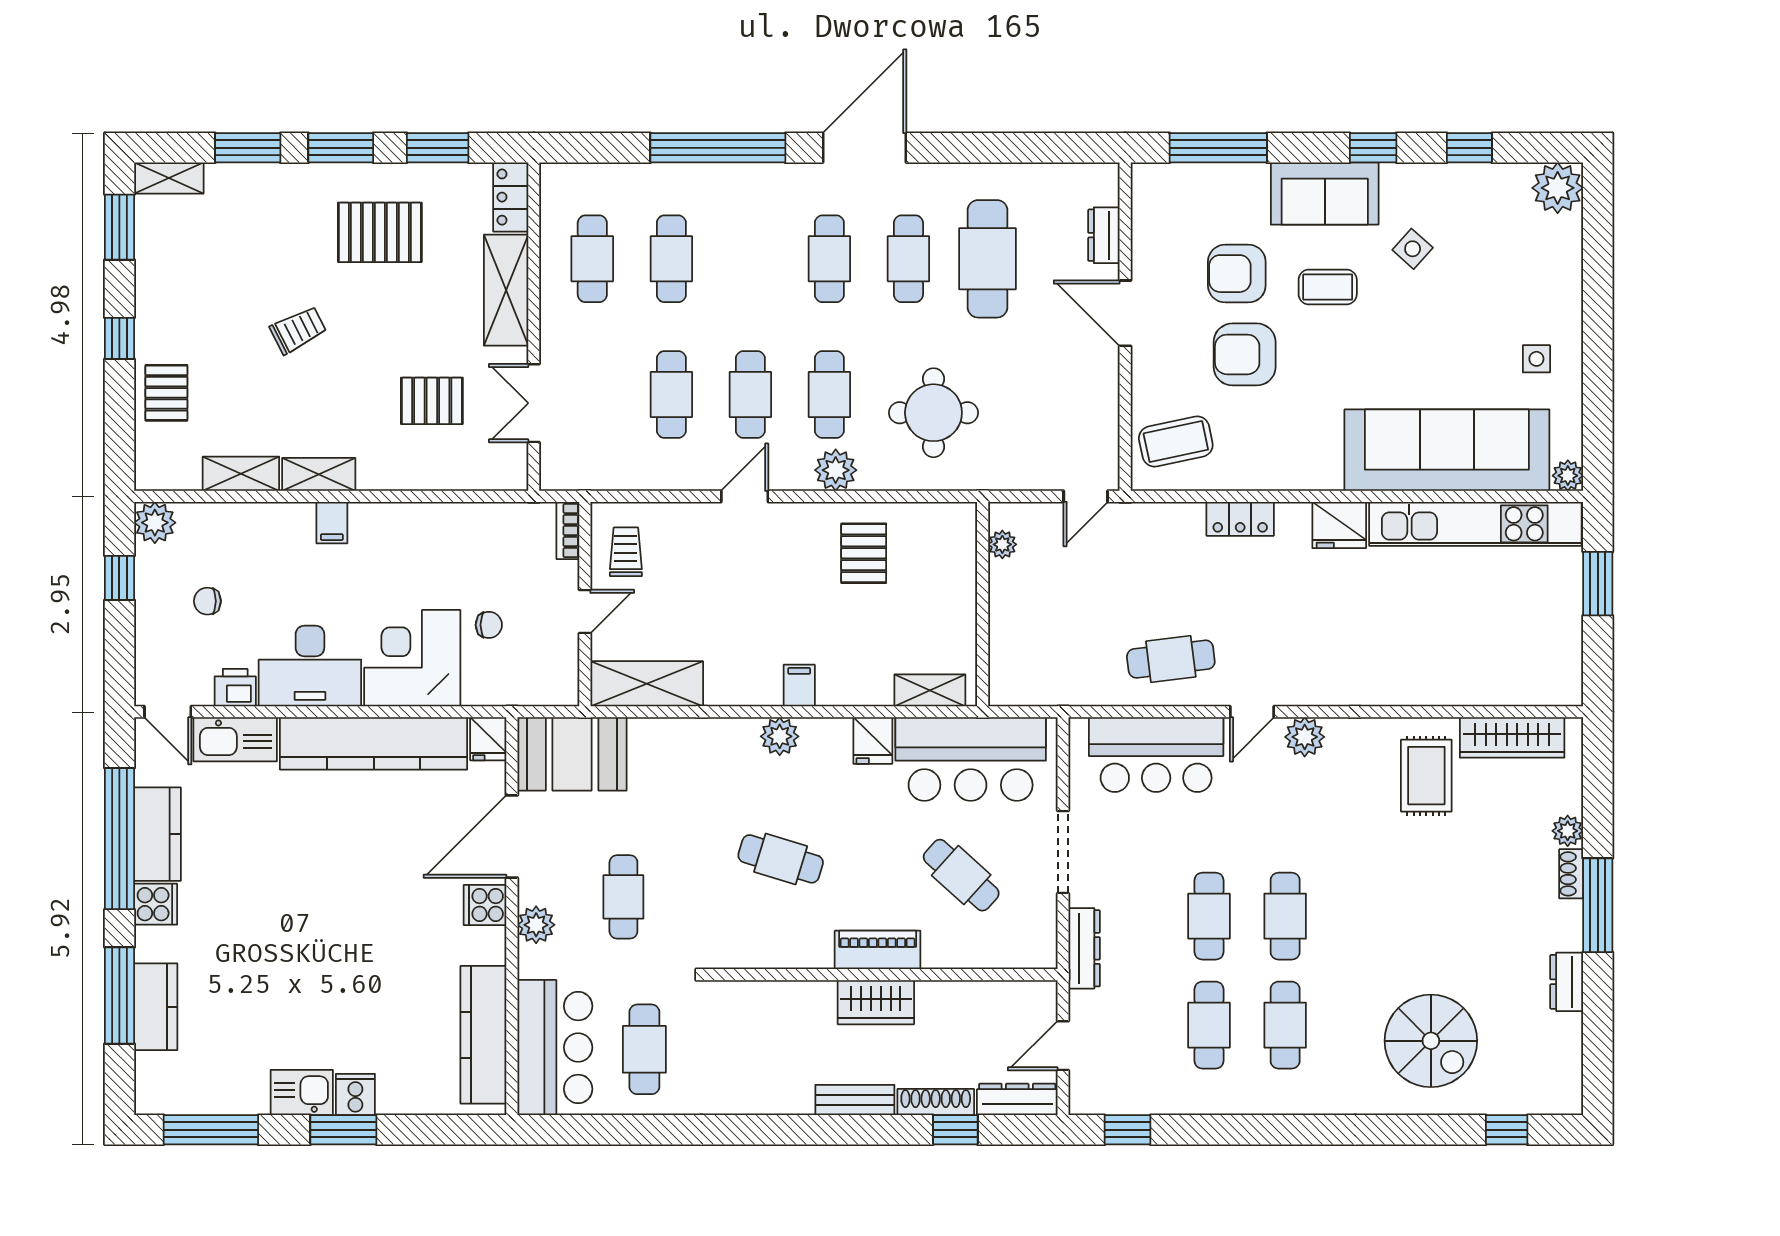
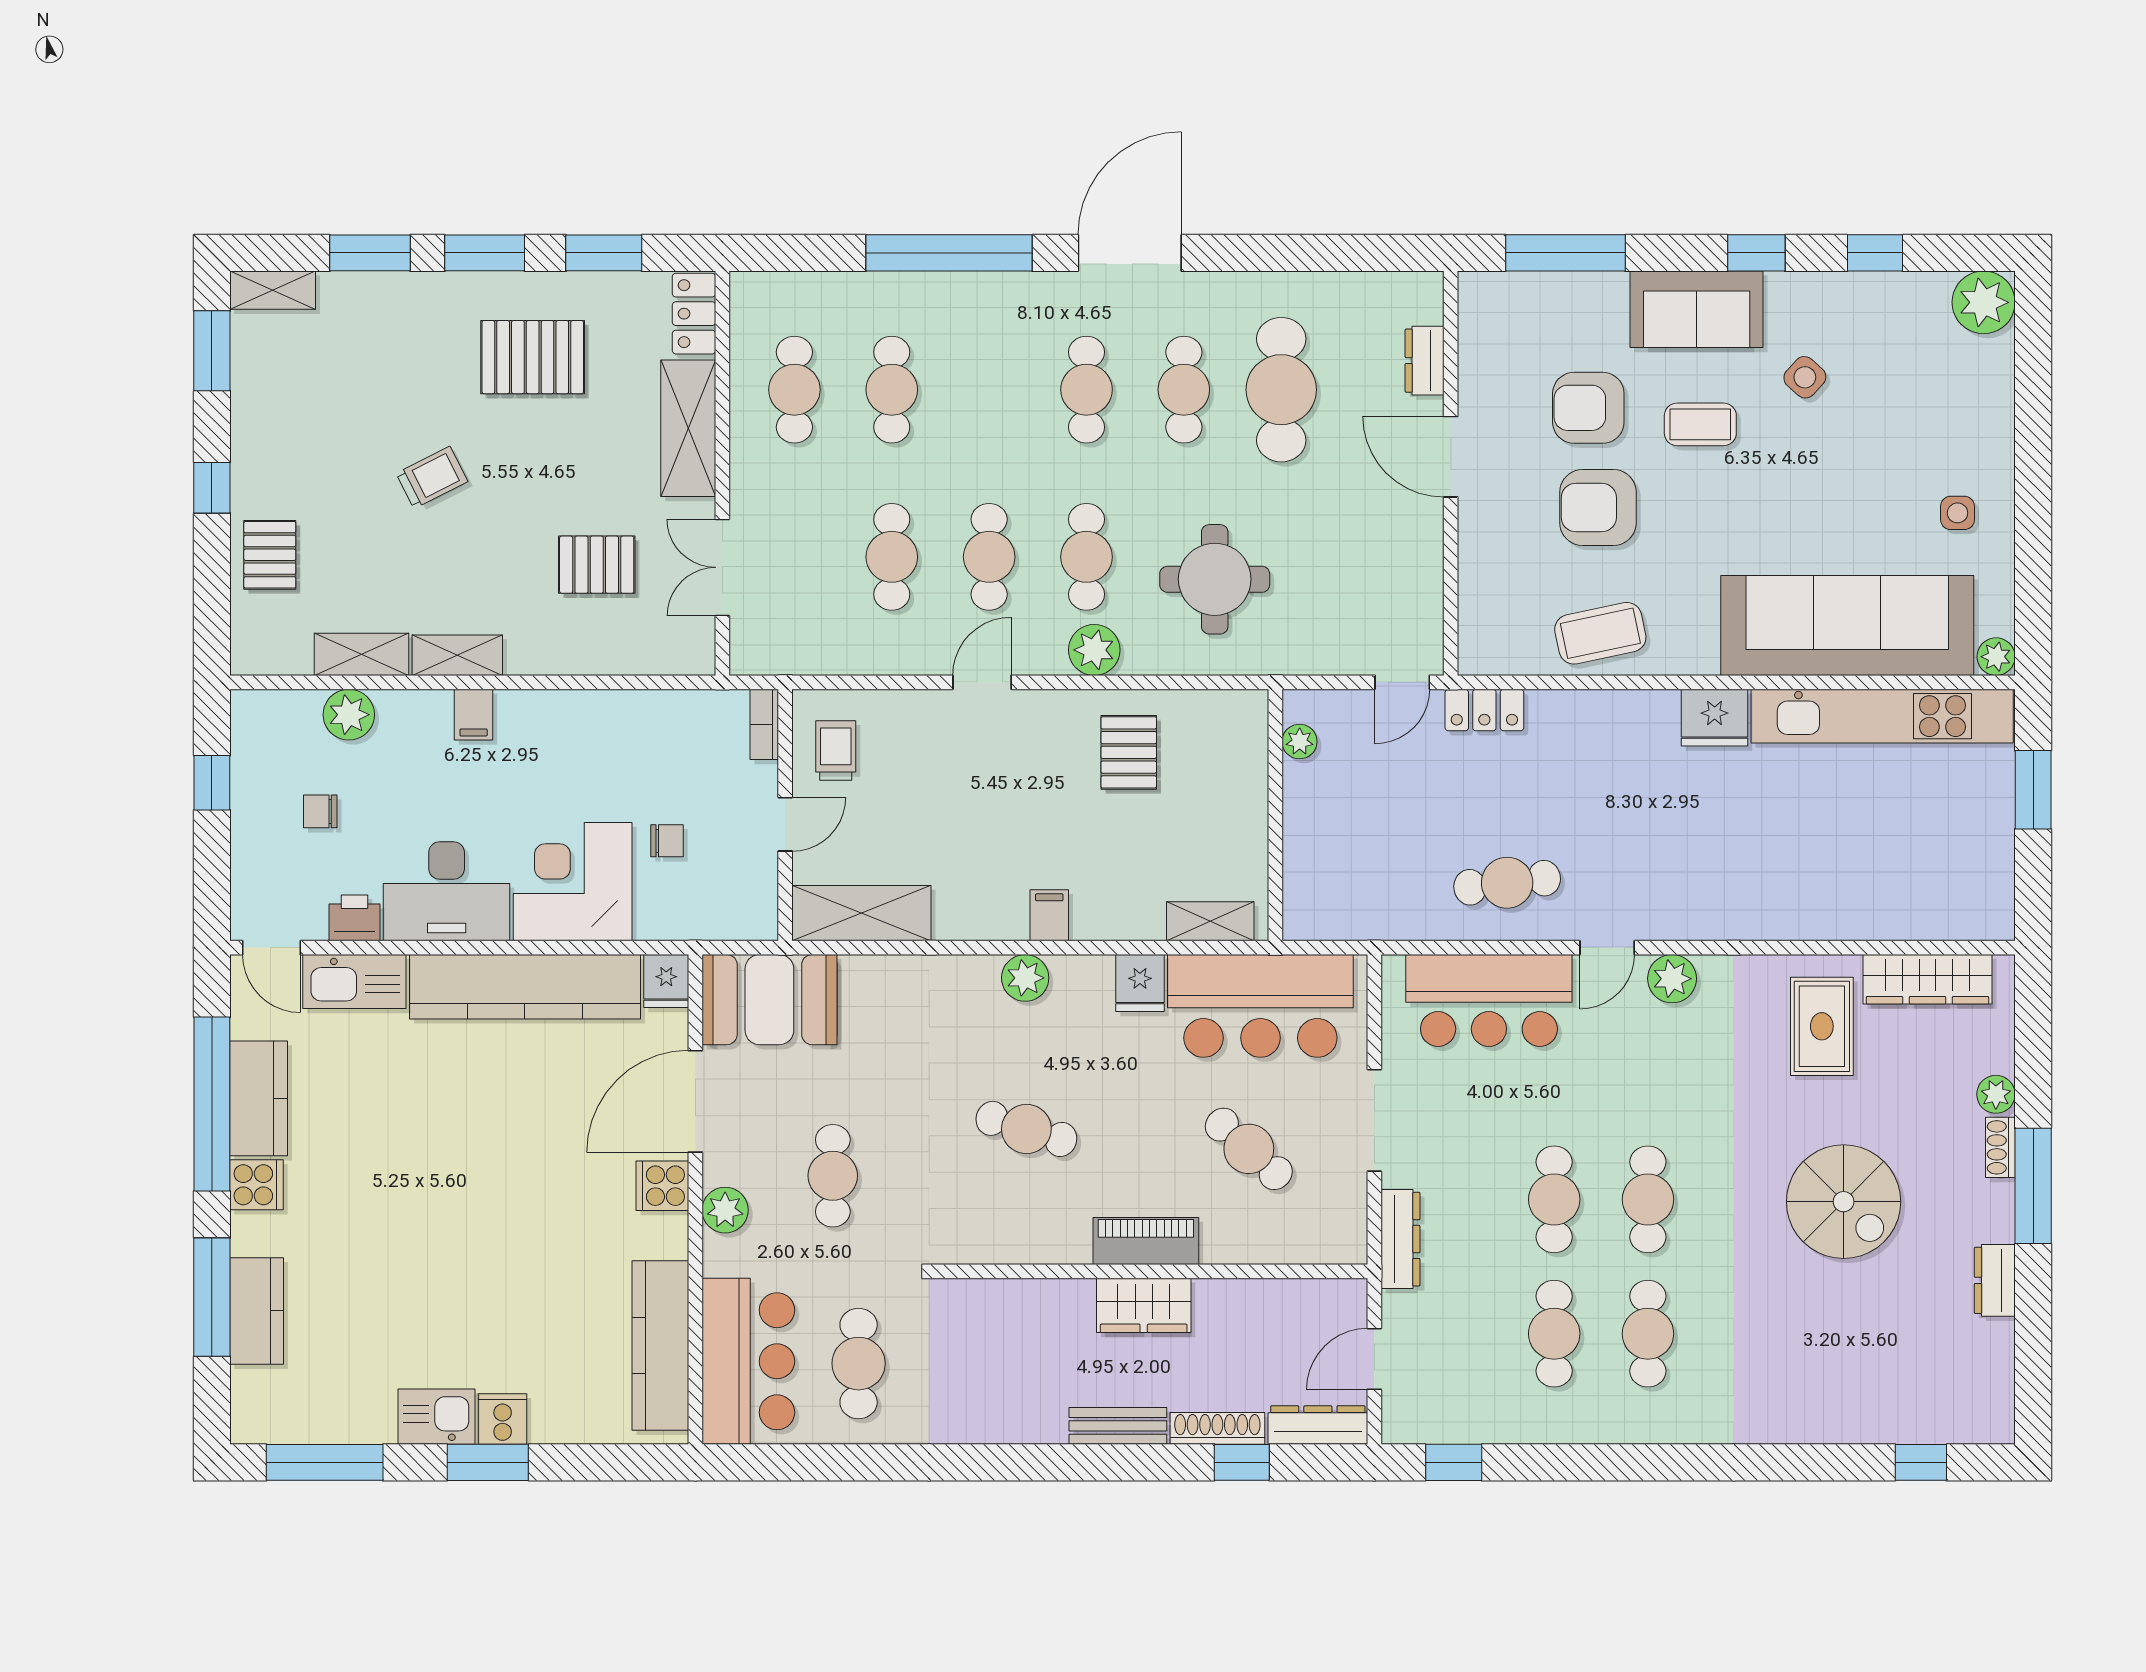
coffee table: (1176, 441) -> (1600, 633), moved
locker: (1240, 519) -> (1484, 710), moved
plant: (155, 523) -> (349, 715), moved
spiral stairs: (1431, 1041) -> (1844, 1202), moved

